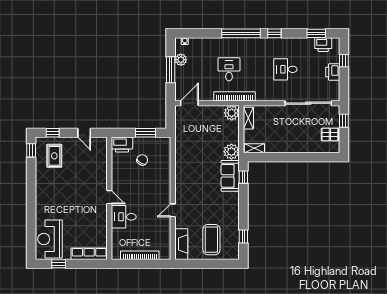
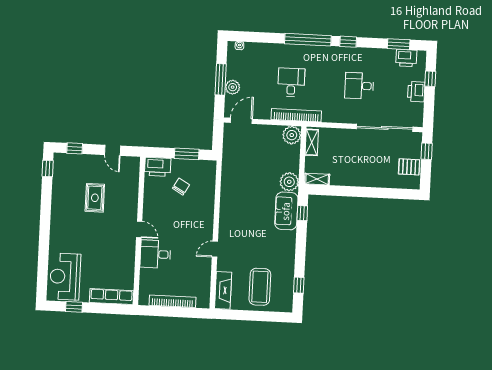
plant: (181, 60) -> (233, 87), moved
rug: (54, 156) -> (95, 198), moved

